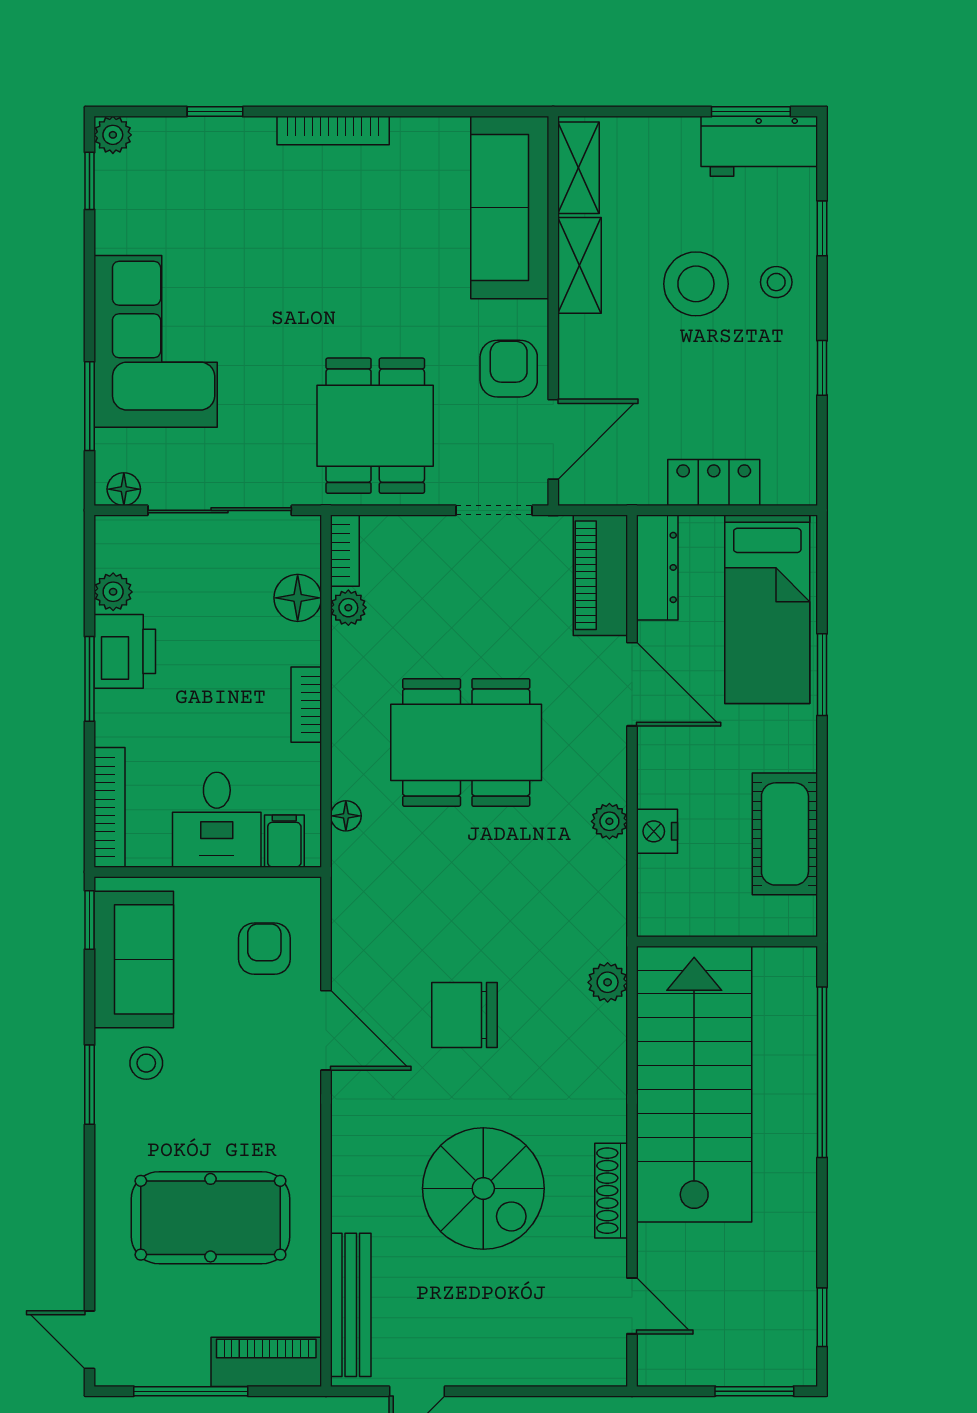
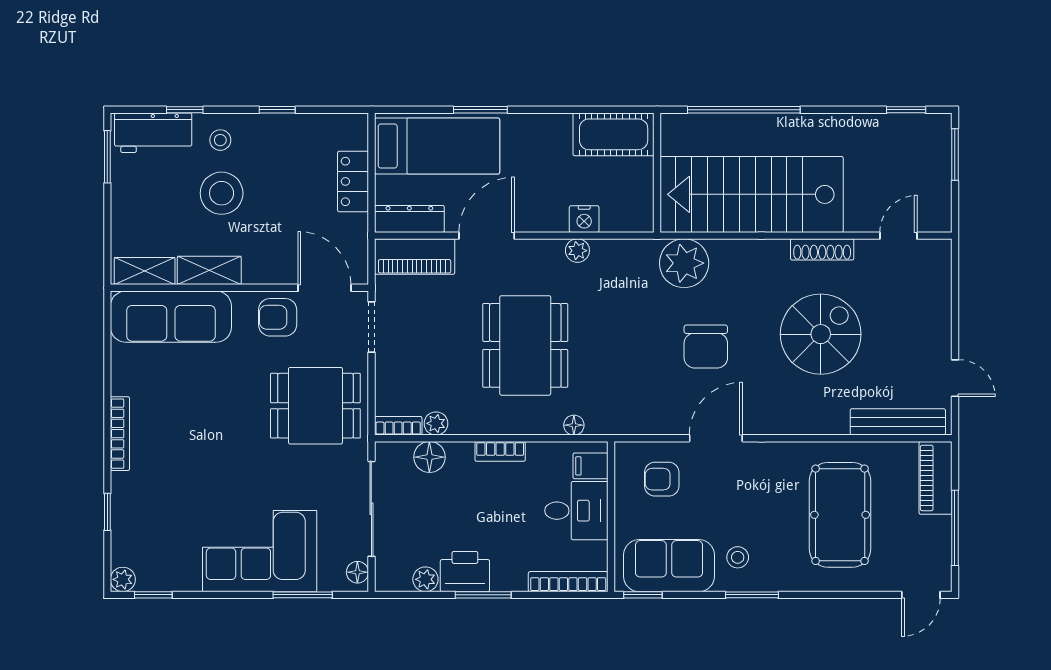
workbench: (759, 146) -> (153, 133), moved, turned 90
cot: (785, 834) -> (614, 134), moved
plant: (608, 982) -> (684, 263), width x1.88, depth x1.88

